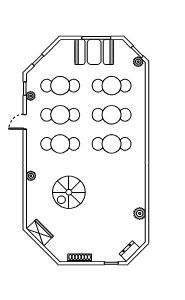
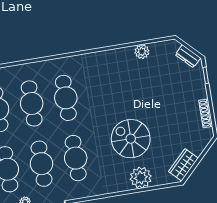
plant: (31, 176) -> (141, 178), moved, width x1.87, depth x1.87
spiral stairs: (69, 192) -> (131, 139), turned 180

